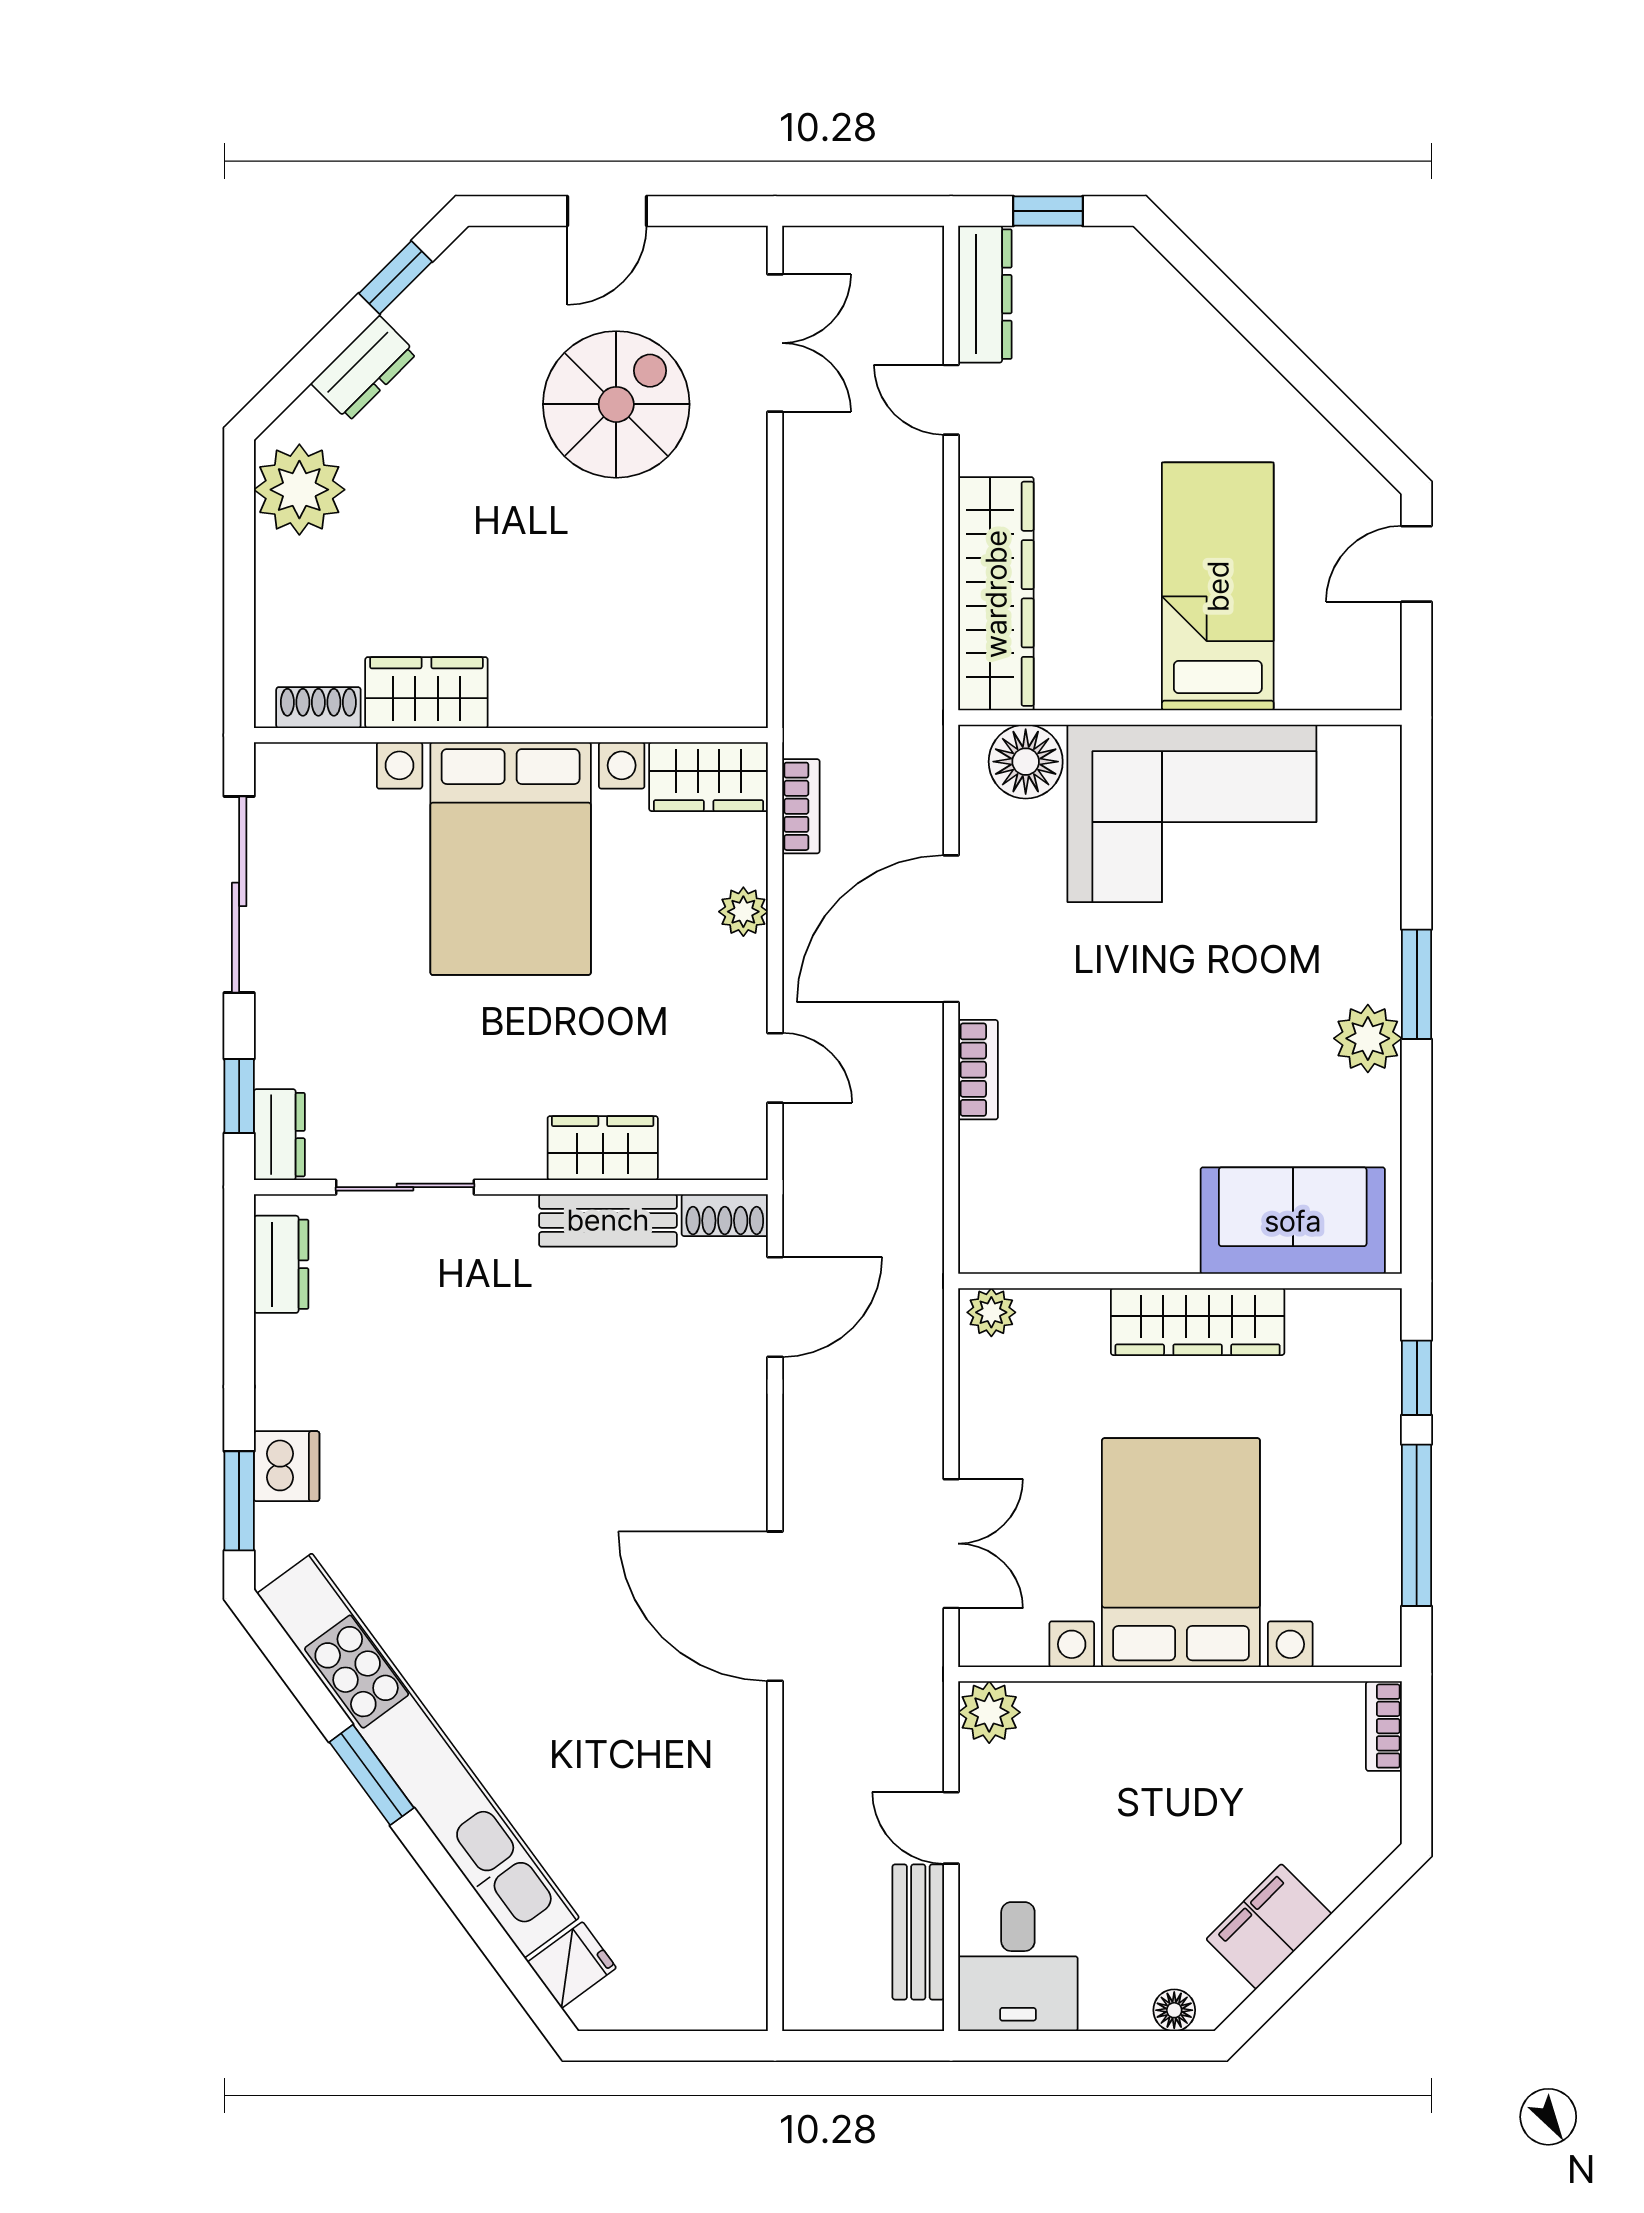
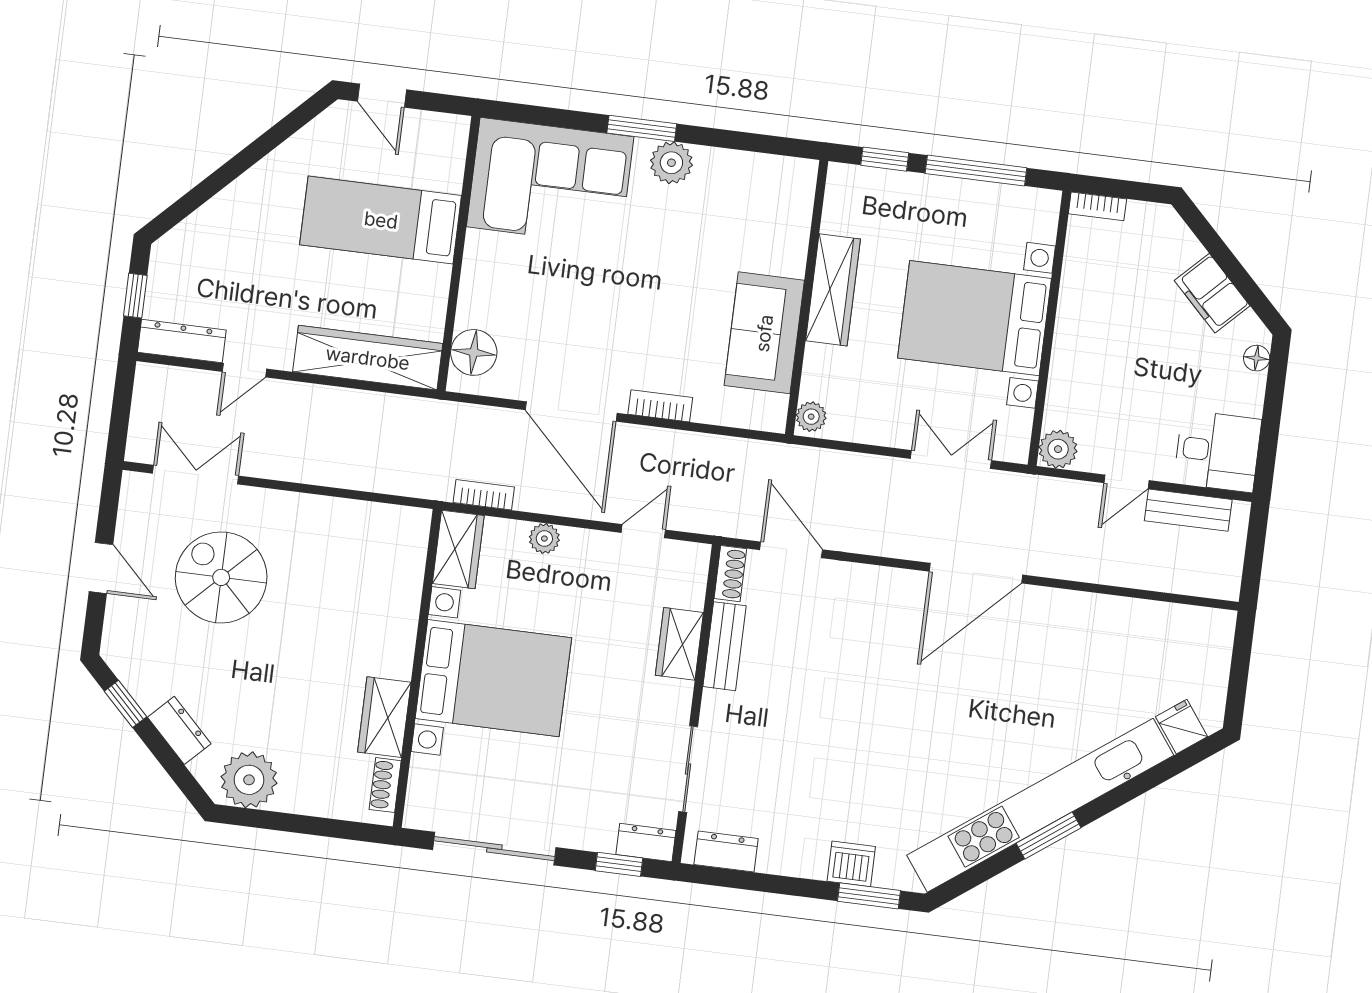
corner sofa: (1192, 813) -> (550, 182), moved, turned 90
sofa: (1293, 1221) -> (764, 333), moved

